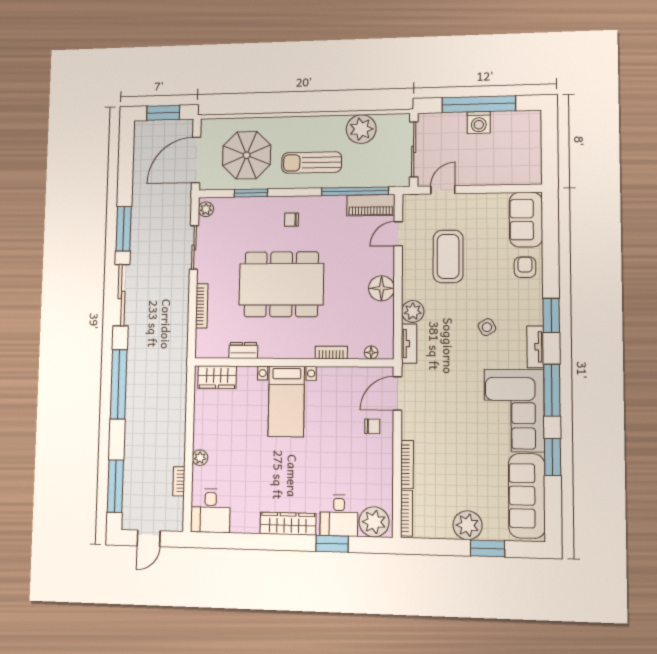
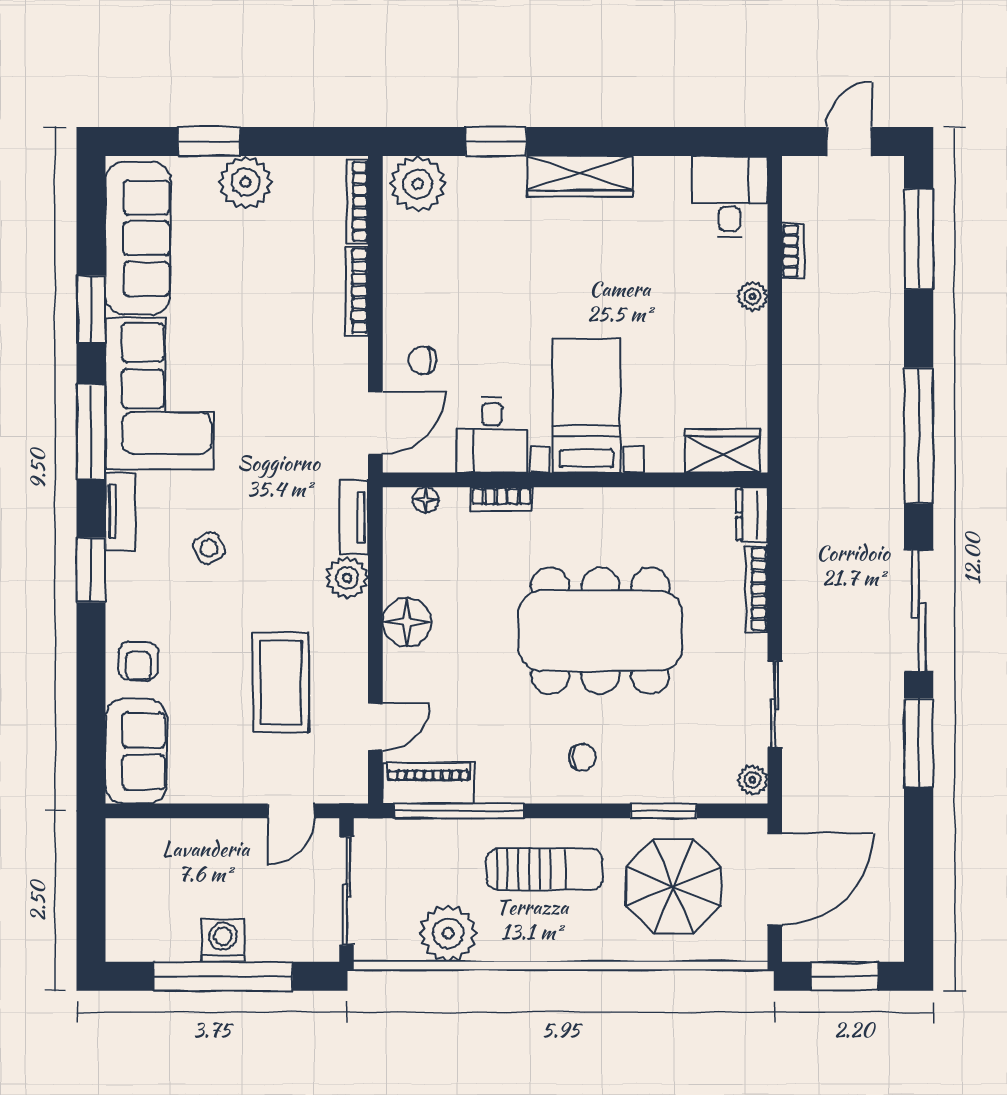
dresser: (243, 350) -> (752, 515), moved, turned 90
desk: (339, 516) -> (492, 435), moved, turned 180

